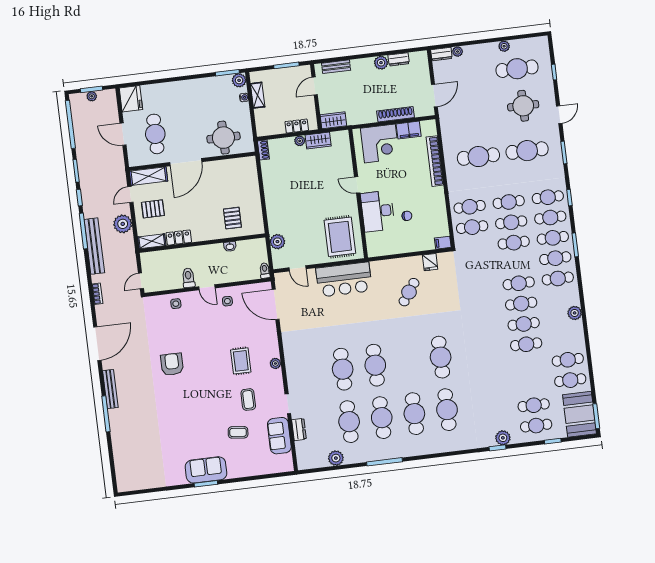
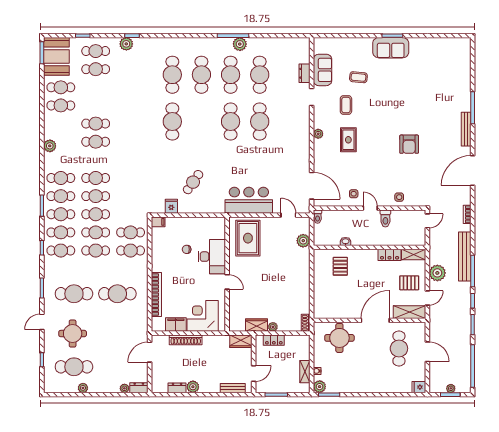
fridge: (131, 99) -> (419, 387), width x0.53, depth x0.75
cafe table: (521, 304) -> (96, 196), moved
plant: (336, 458) -> (240, 44), moved

